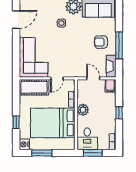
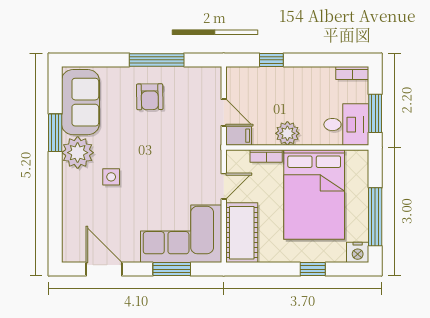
window: (16, 53) -> (172, 269), added
fireplace: (111, 66) -> (199, 76), removed
door: (57, 78) -> (224, 186), hinge flipped
door: (93, 78) -> (224, 113), swing flipped
filing cabinet: (110, 86) -> (239, 136), moved
window: (119, 113) -> (271, 60), moved
window: (42, 153) -> (375, 217), width x1.44

